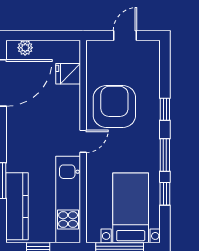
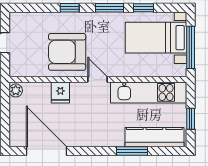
plant: (25, 48) -> (16, 90), moved
fridge: (68, 74) -> (60, 92), moved

